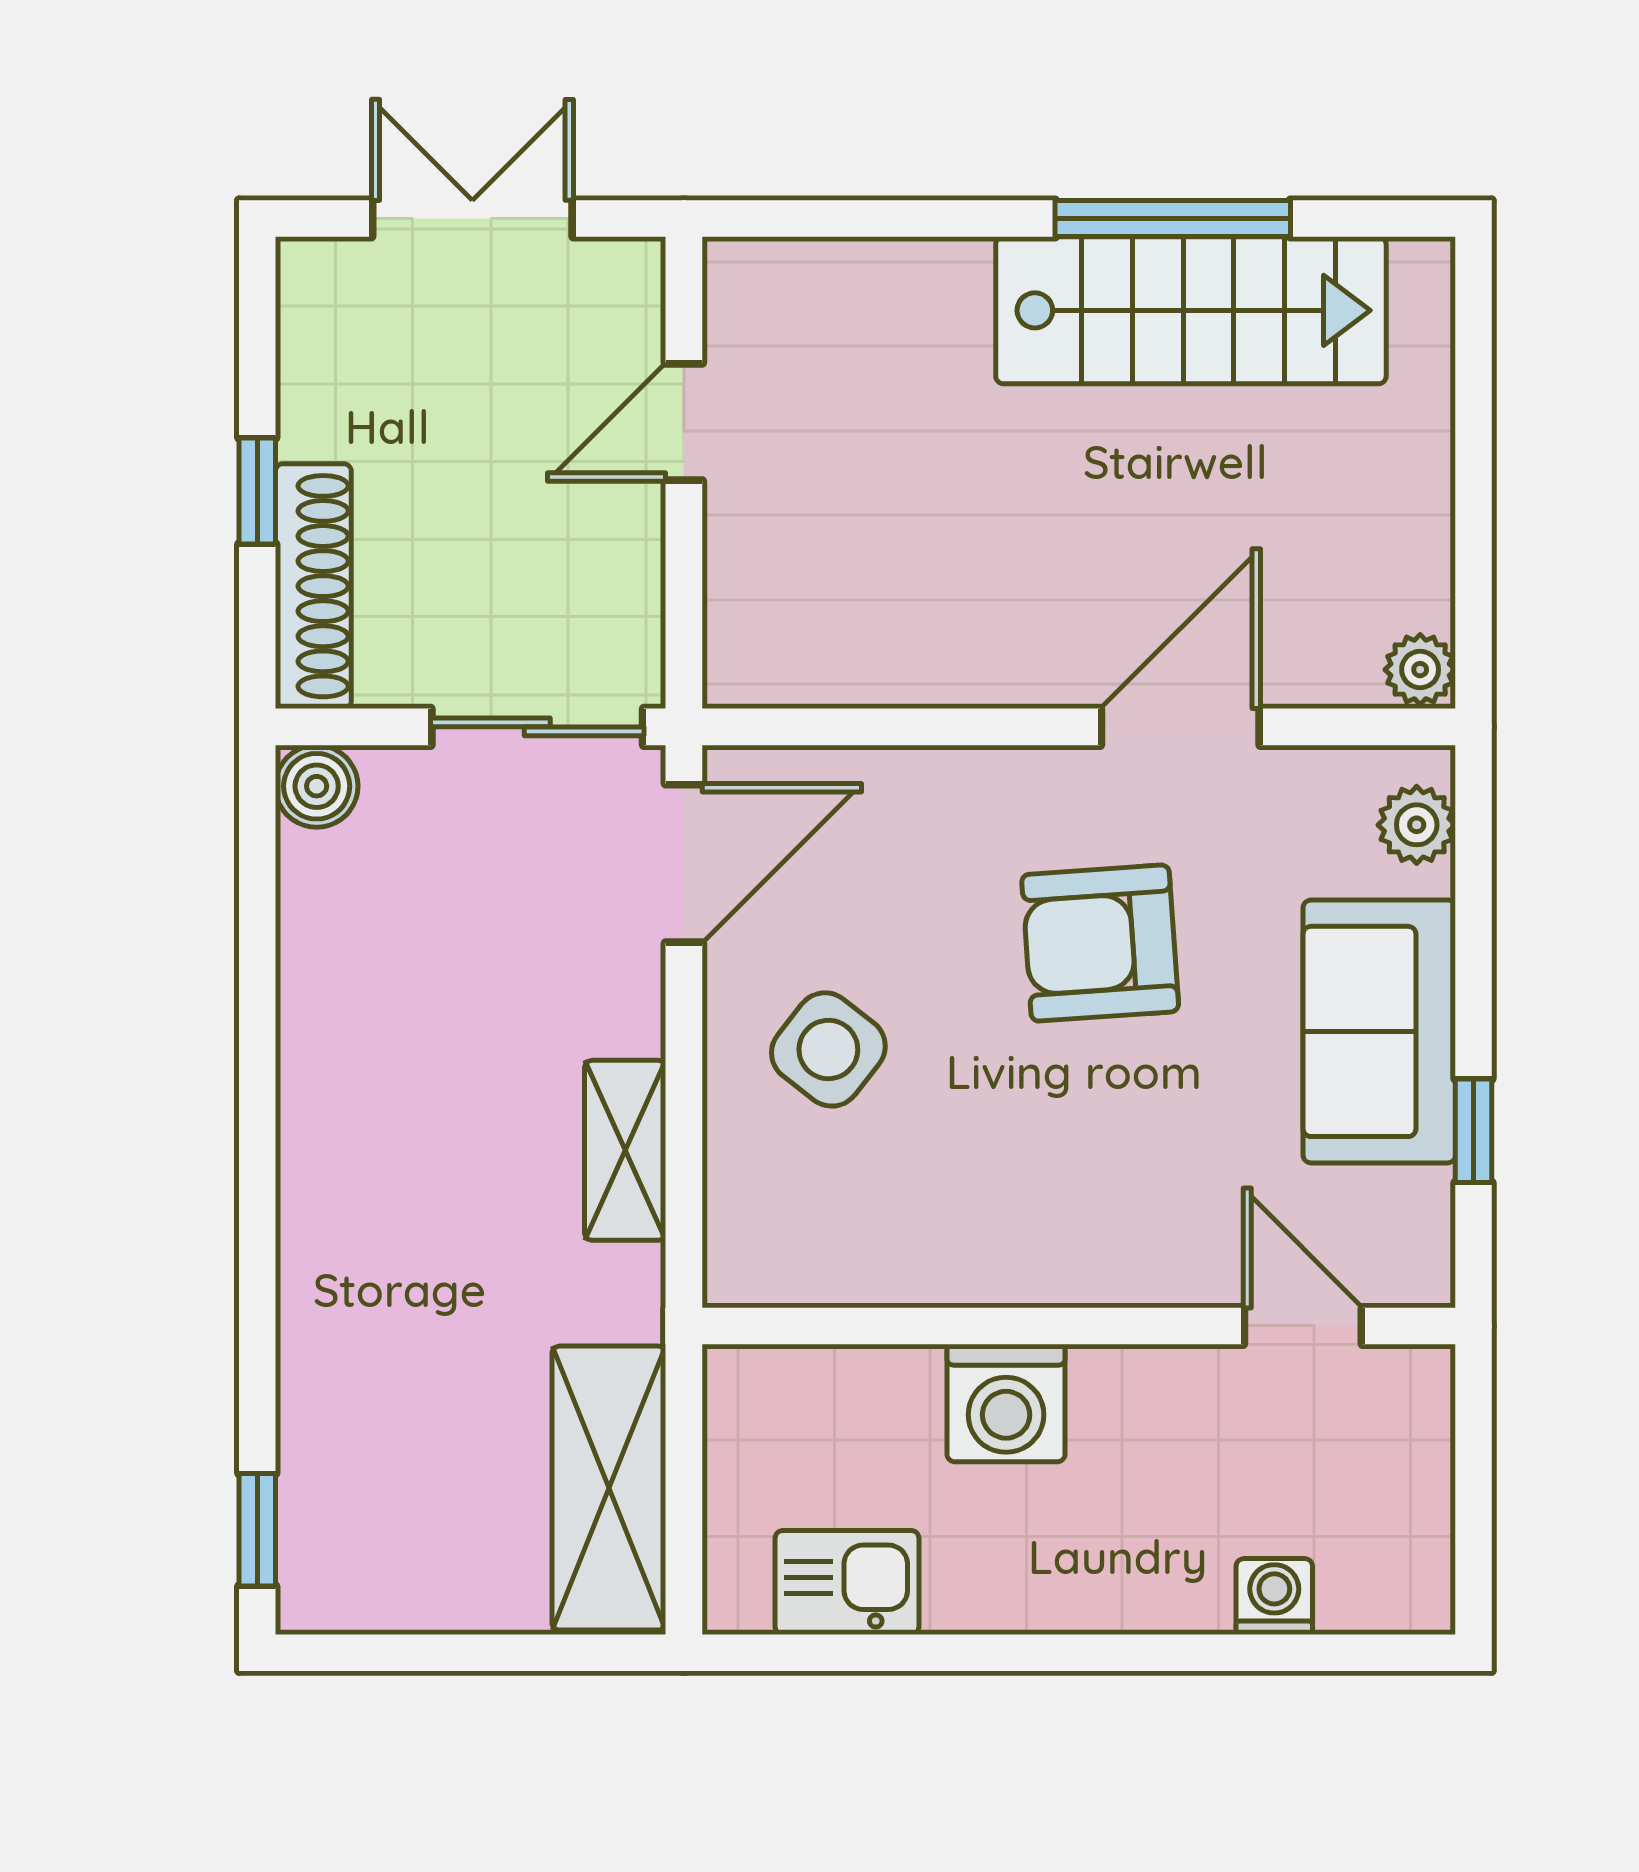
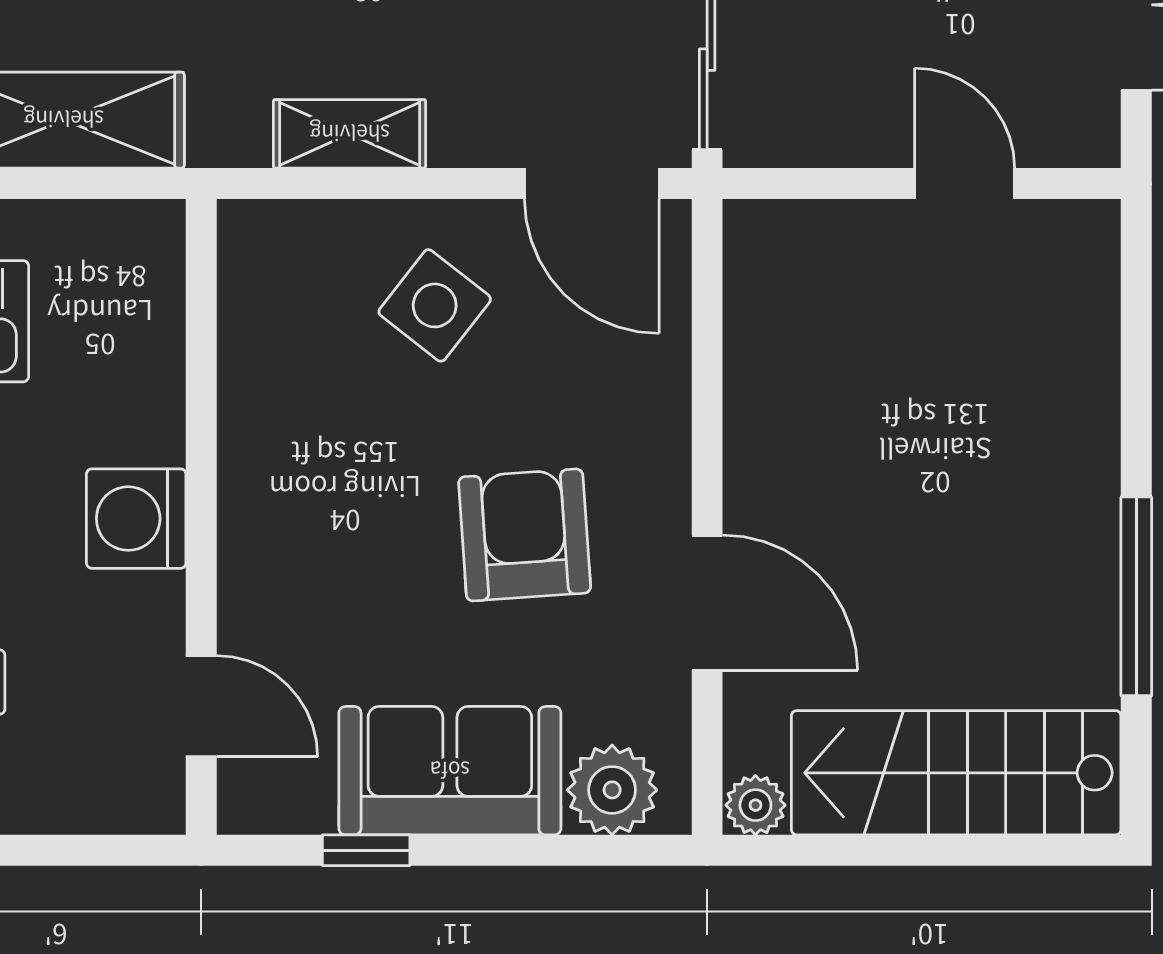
stairs: (1191, 310) -> (956, 773), moved, turned 90
plant: (1417, 825) -> (612, 790), width x1.38, depth x1.38
door: (1303, 1326) -> (201, 706), hinge flipped
washing machine: (1006, 1403) -> (136, 519), moved

